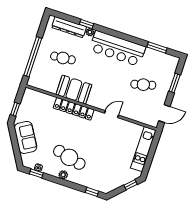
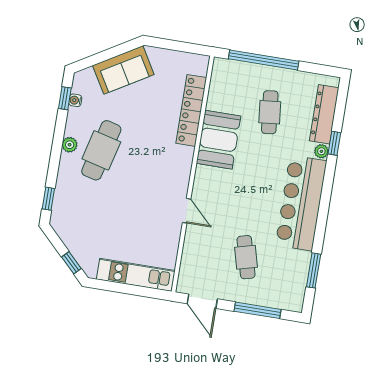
window: (175, 83) -> (258, 310), width x1.44
window: (15, 109) -> (169, 45), removed
locker: (74, 109) -> (191, 110), moved

